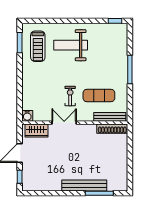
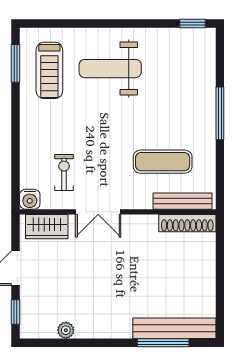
exercise bike: (70, 96) -> (64, 173), moved
double door: (64, 123) -> (98, 212), swing flipped
bench: (84, 185) -> (174, 328), moved
plant: (47, 187) -> (66, 330), added

